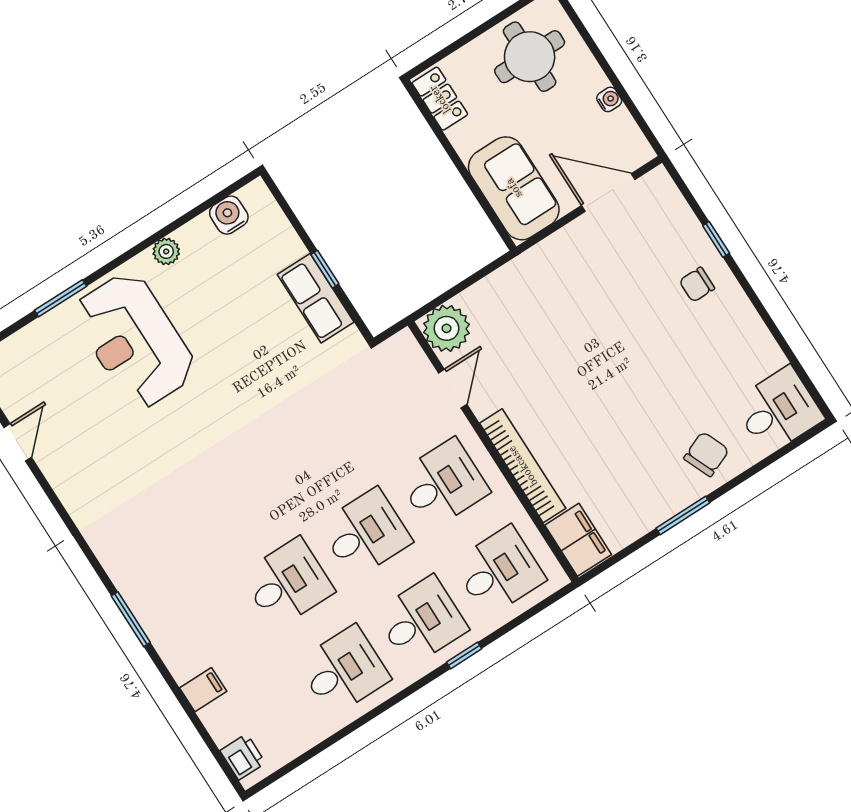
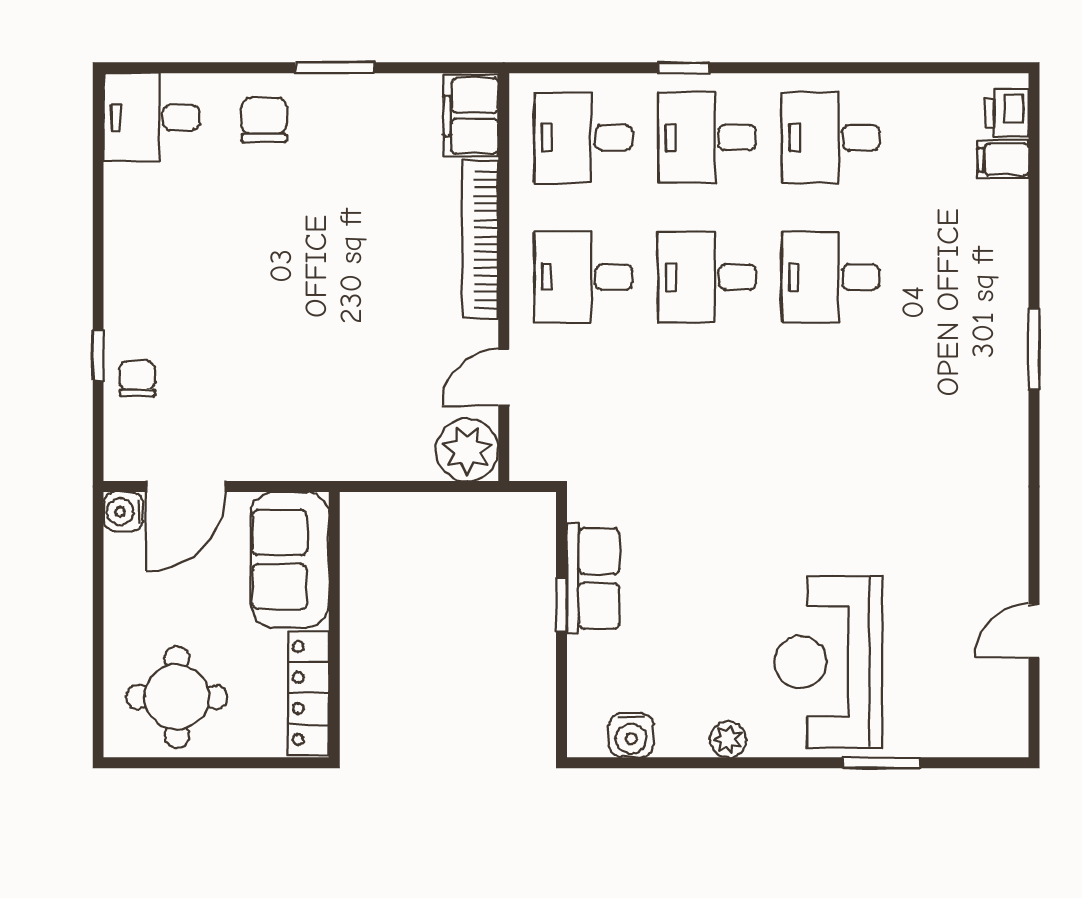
locker: (440, 99) -> (308, 693), width x1.53
water cooler: (609, 99) -> (123, 512), moved, width x1.38, depth x1.38
door: (608, 193) -> (186, 487), hinge flipped
chair: (697, 285) -> (137, 379), moved, turned -90
reception desk: (134, 340) -> (828, 662), turned 180
chair: (706, 454) -> (264, 120), turned 113
filing cabinet: (203, 690) -> (1003, 159), moved

